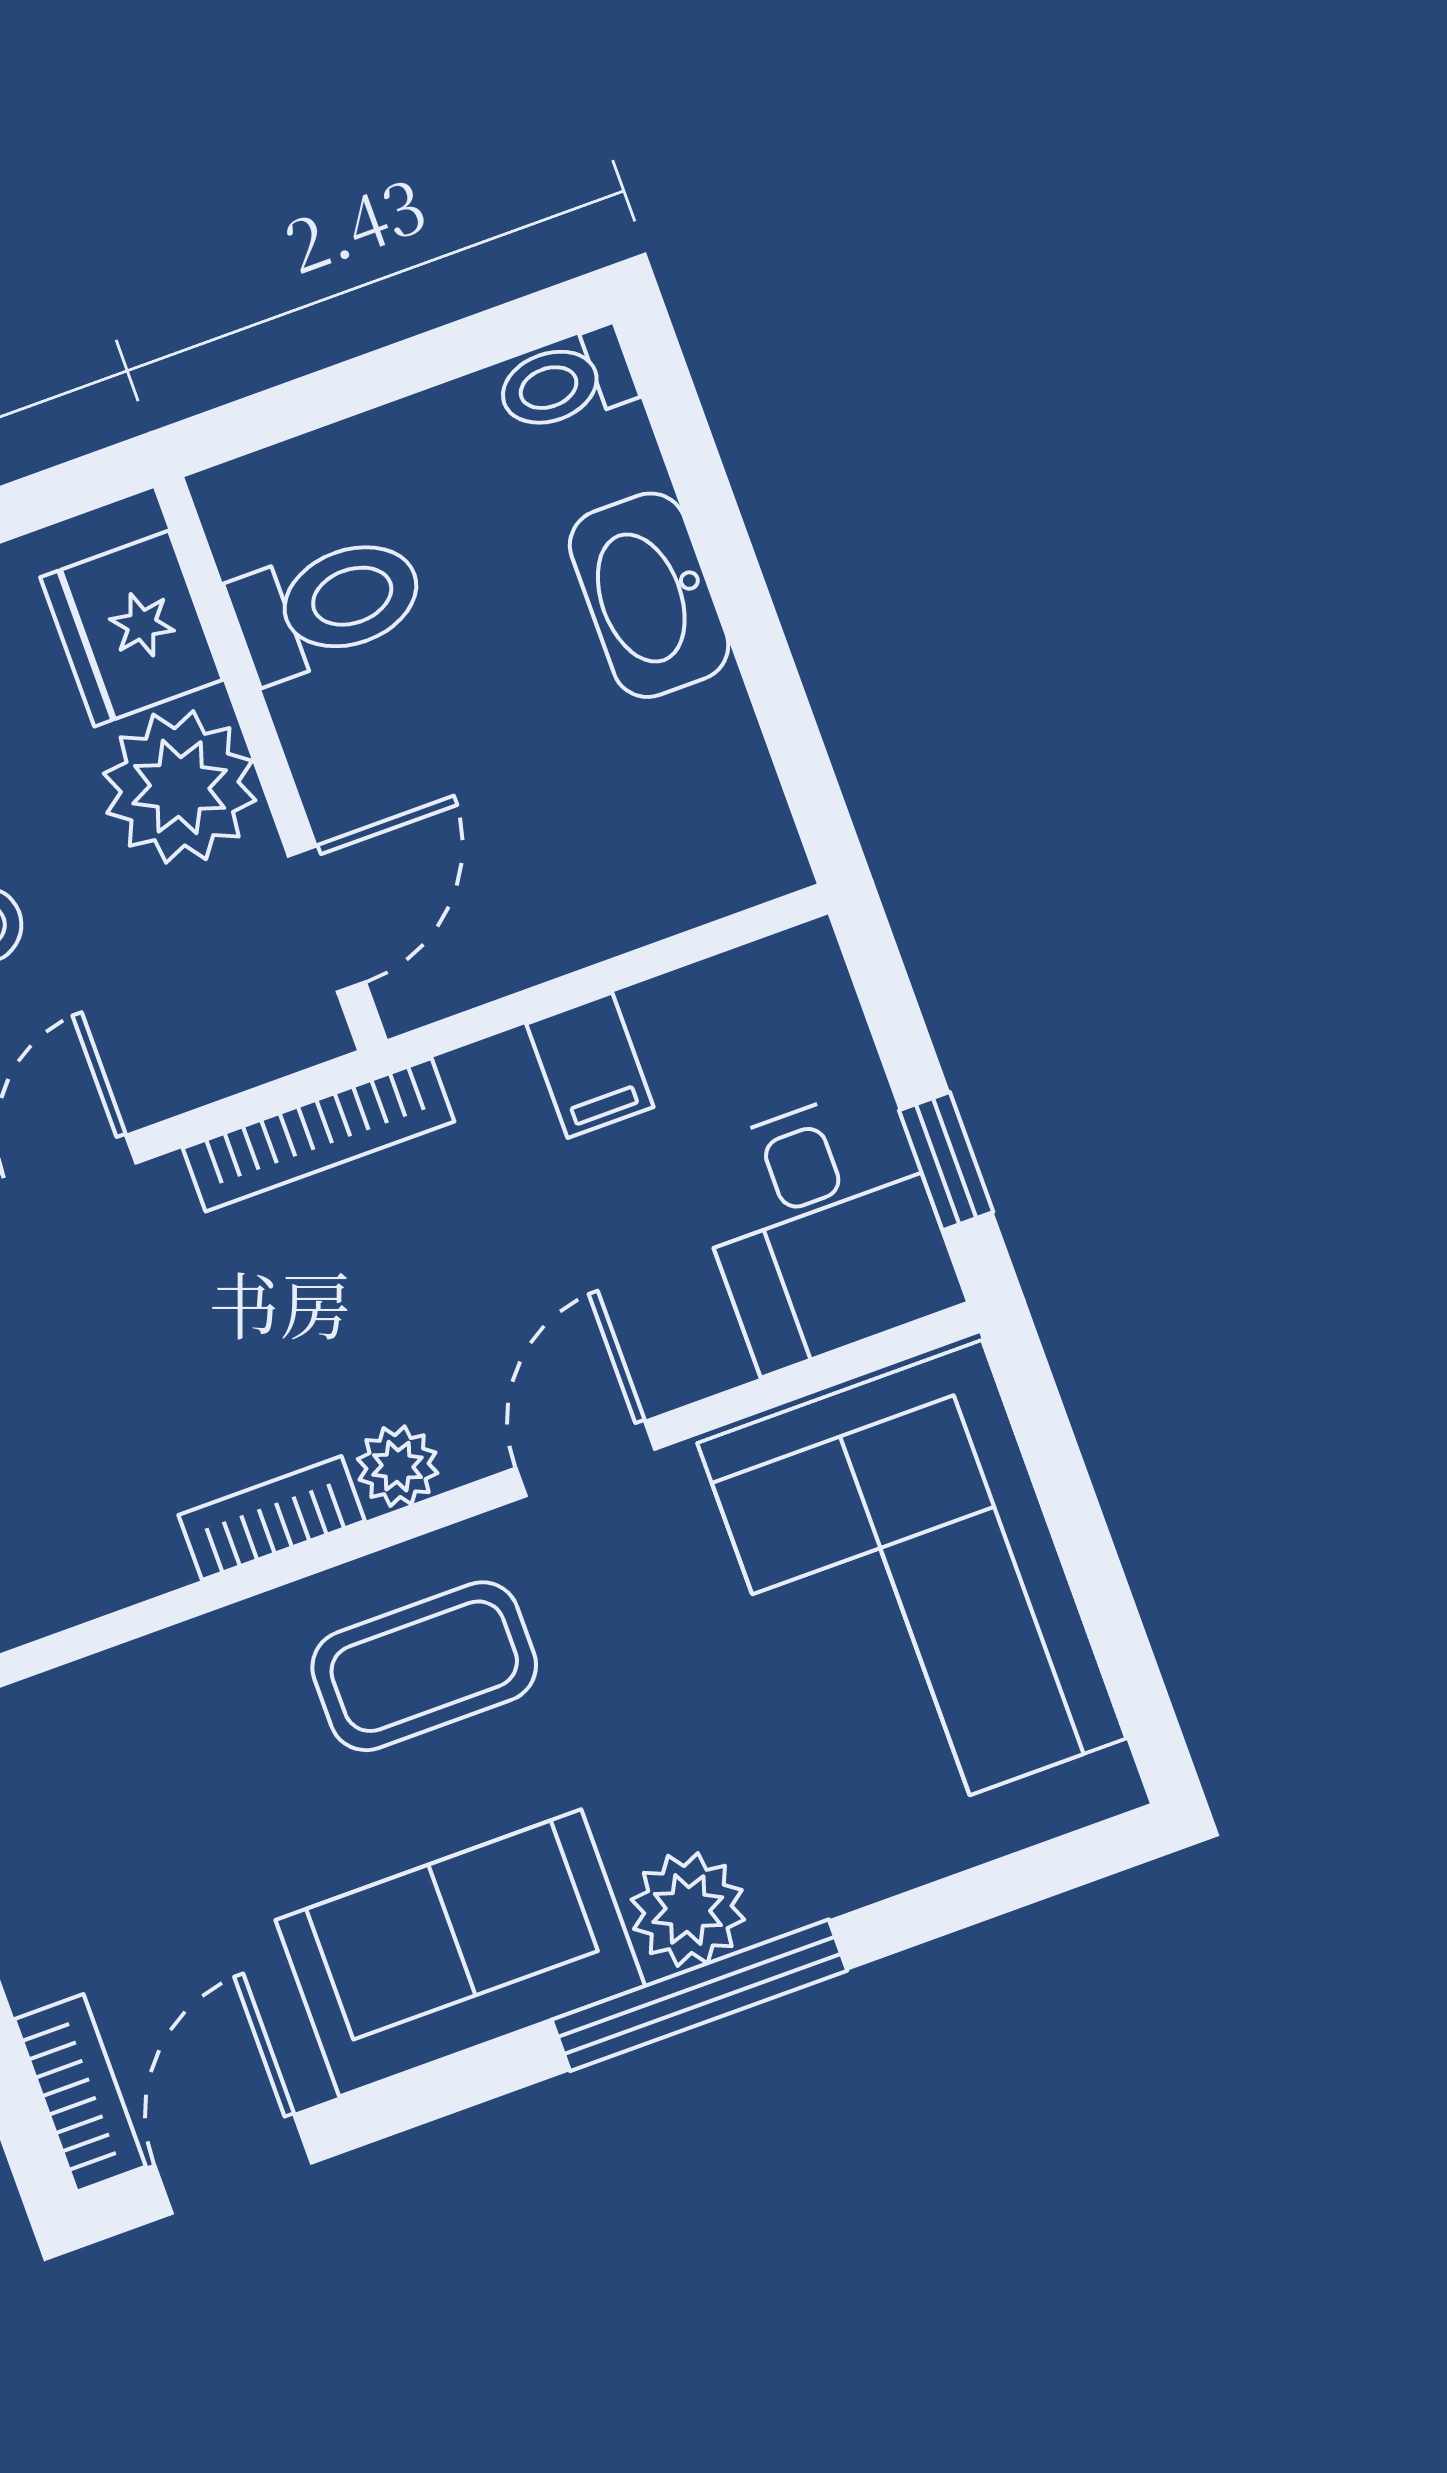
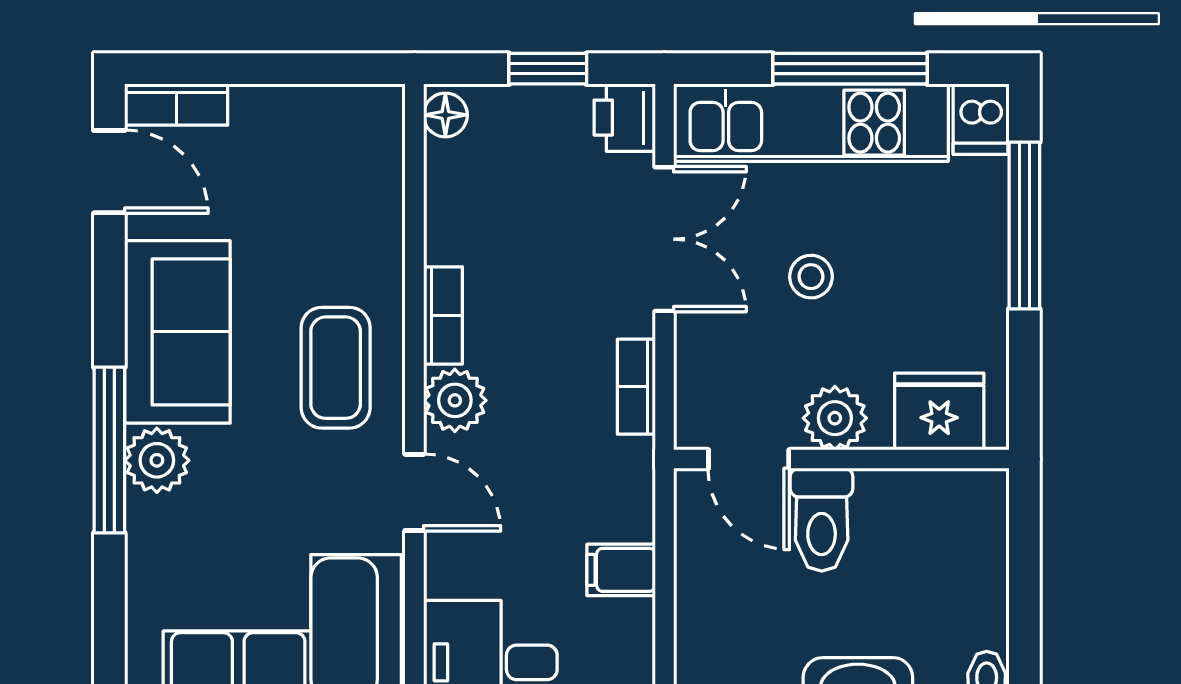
toilet: (328, 605) -> (822, 520), moved
plant: (180, 787) -> (835, 418), width x0.73, depth x0.73
bookcase: (318, 1135) -> (636, 387), width x0.64
plant: (398, 1466) -> (455, 400), width x1.38, depth x1.38

